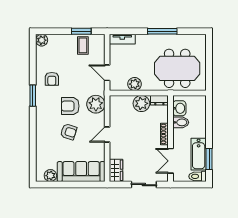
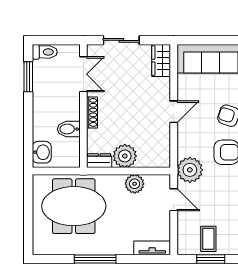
plant: (96, 104) -> (190, 170), moved
washbasin: (179, 108) -> (42, 152), moved, turned 180
bathtub: (199, 154) -> (43, 84), removed

